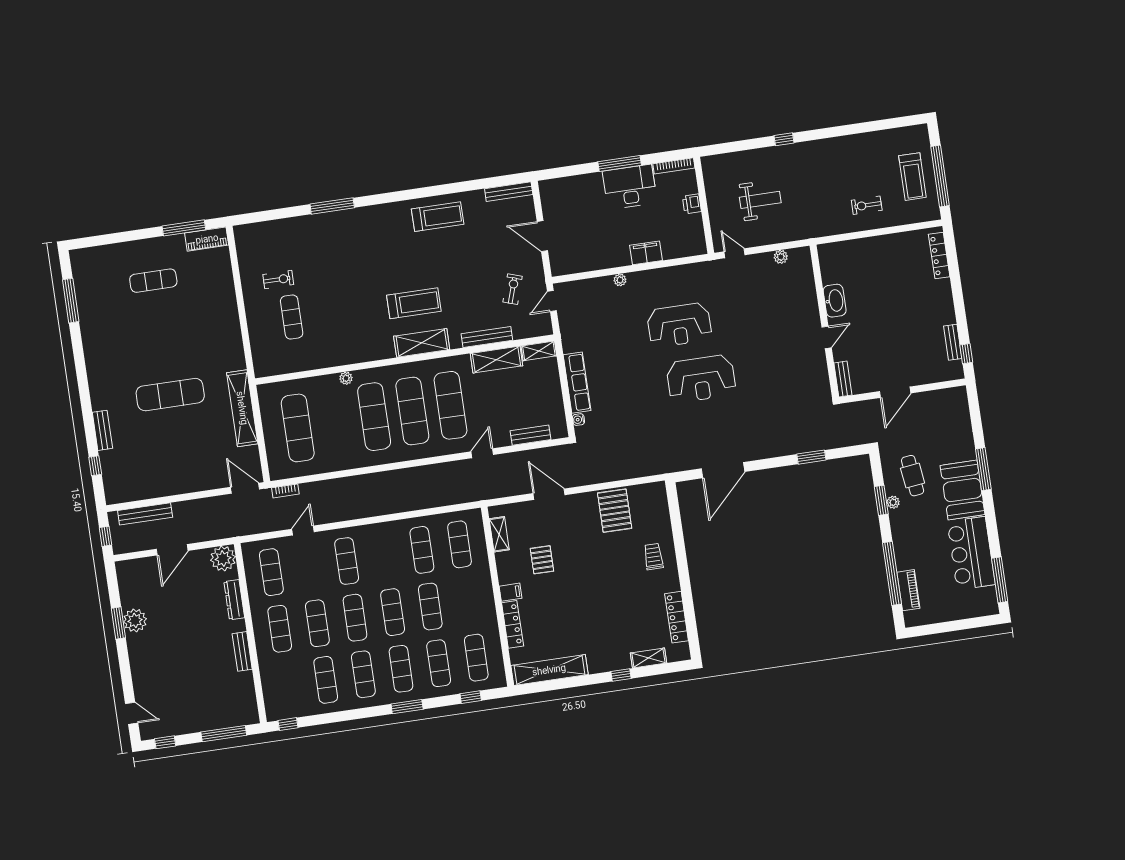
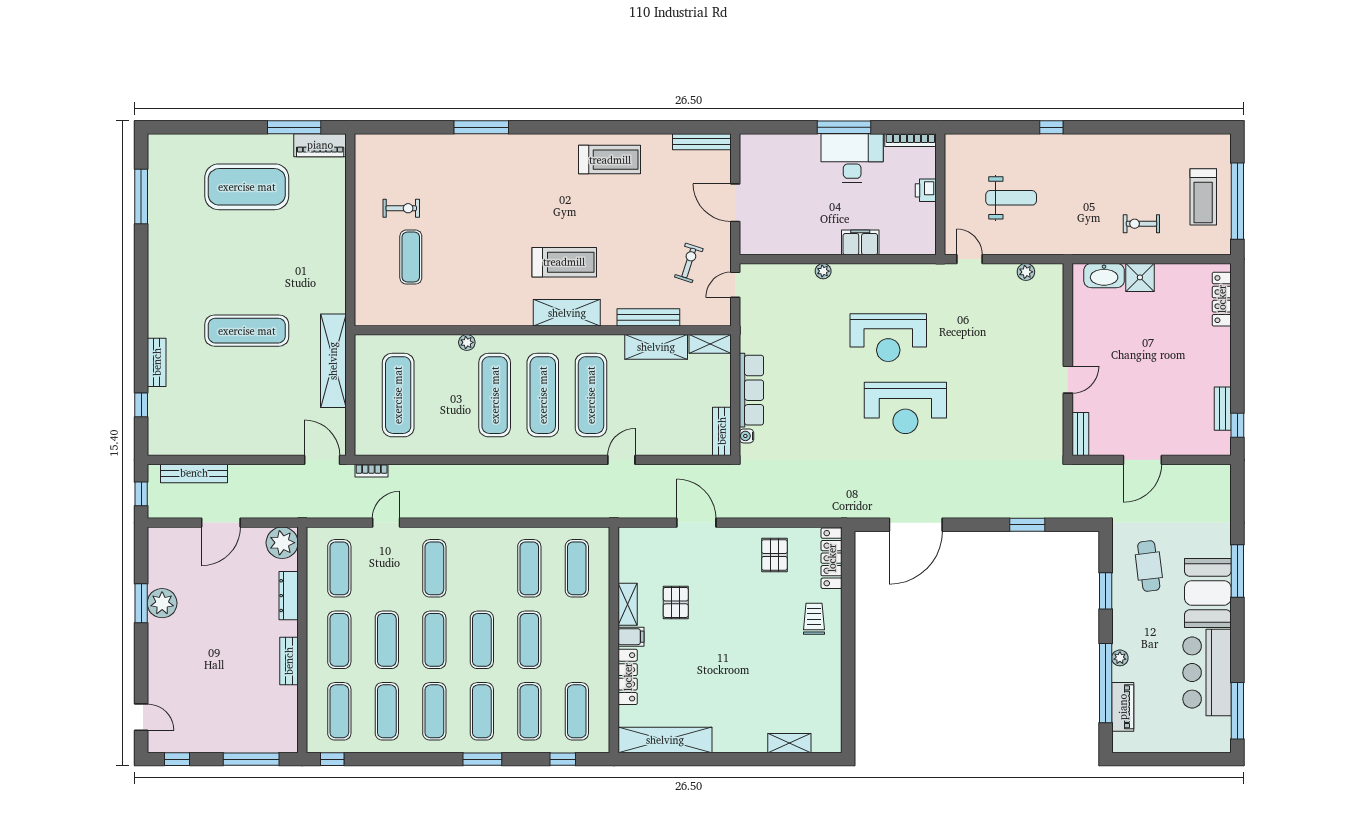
shower: (872, 248) -> (1140, 277), added
exercise mat: (153, 281) -> (247, 187), width x2.00, depth x1.45
washbasin: (835, 301) -> (1104, 276), moved, turned 90
bench: (531, 435) -> (722, 431), moved, turned 90
plant: (893, 502) -> (1120, 658), moved
pallet: (615, 511) -> (774, 555), width x0.67, depth x0.71
shelving: (499, 534) -> (628, 604), moved
locker: (677, 617) -> (832, 558), moved
window: (621, 675) -> (752, 759), removed
exercise mat: (288, 685) -> (339, 711), added

